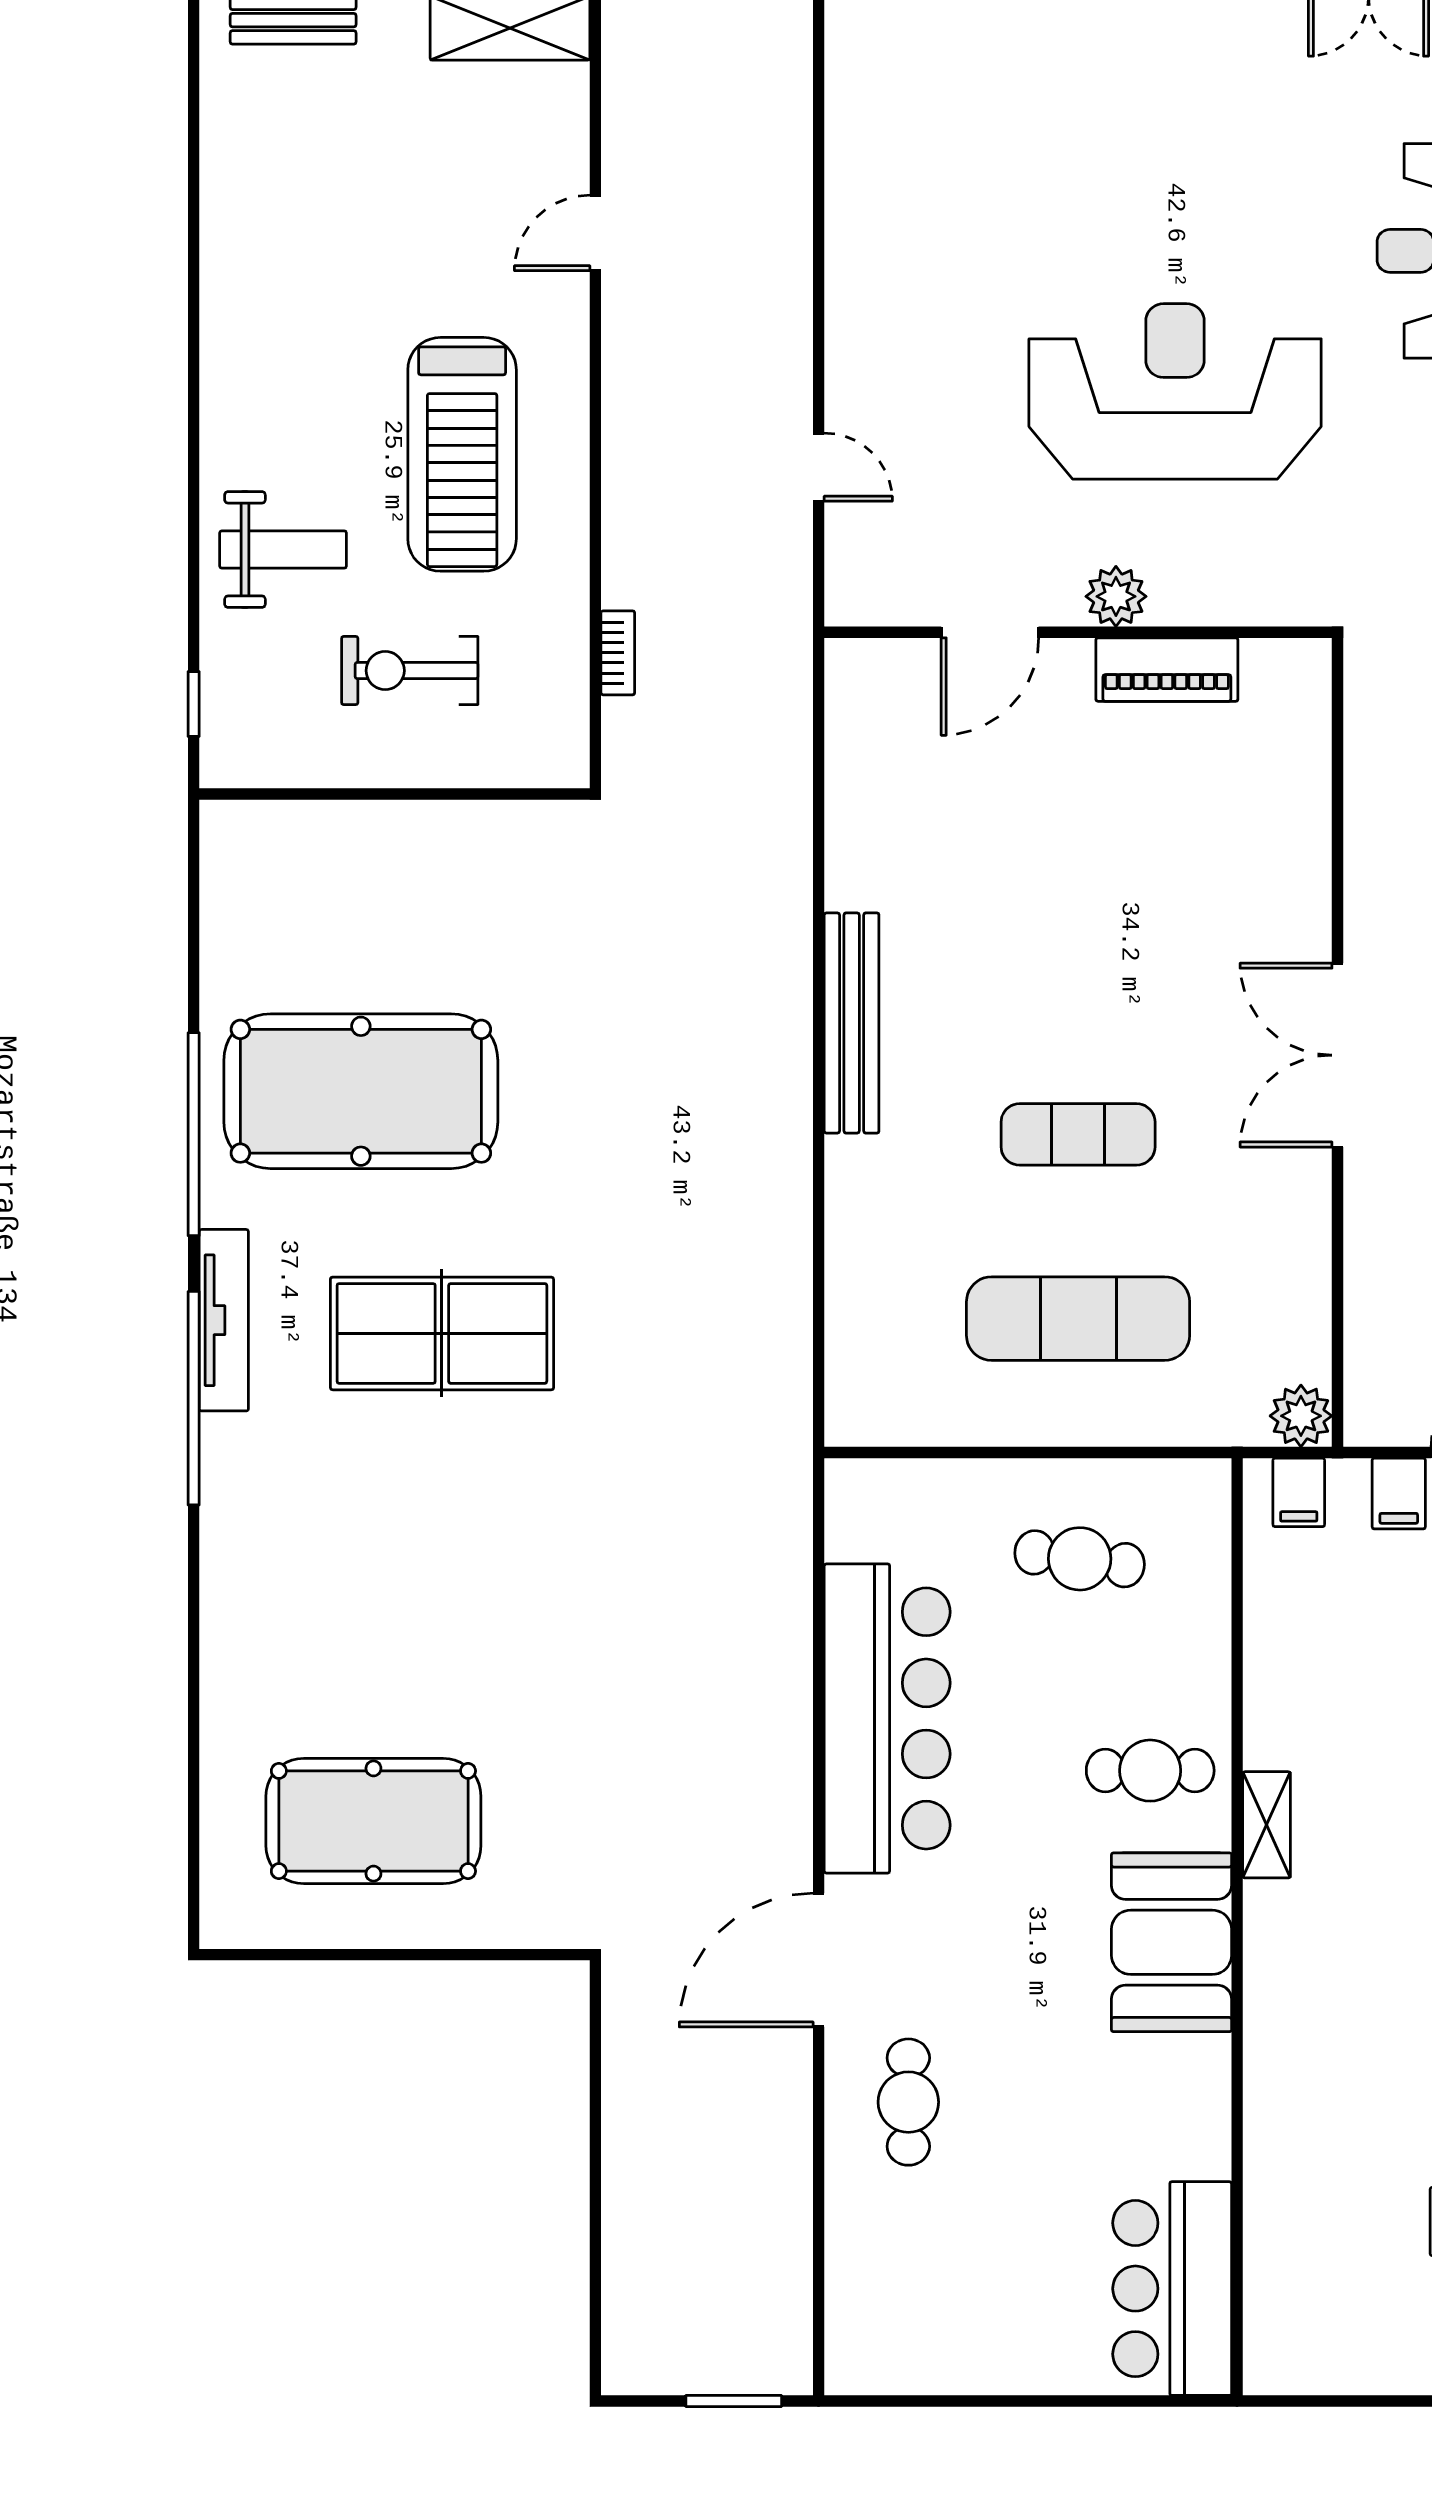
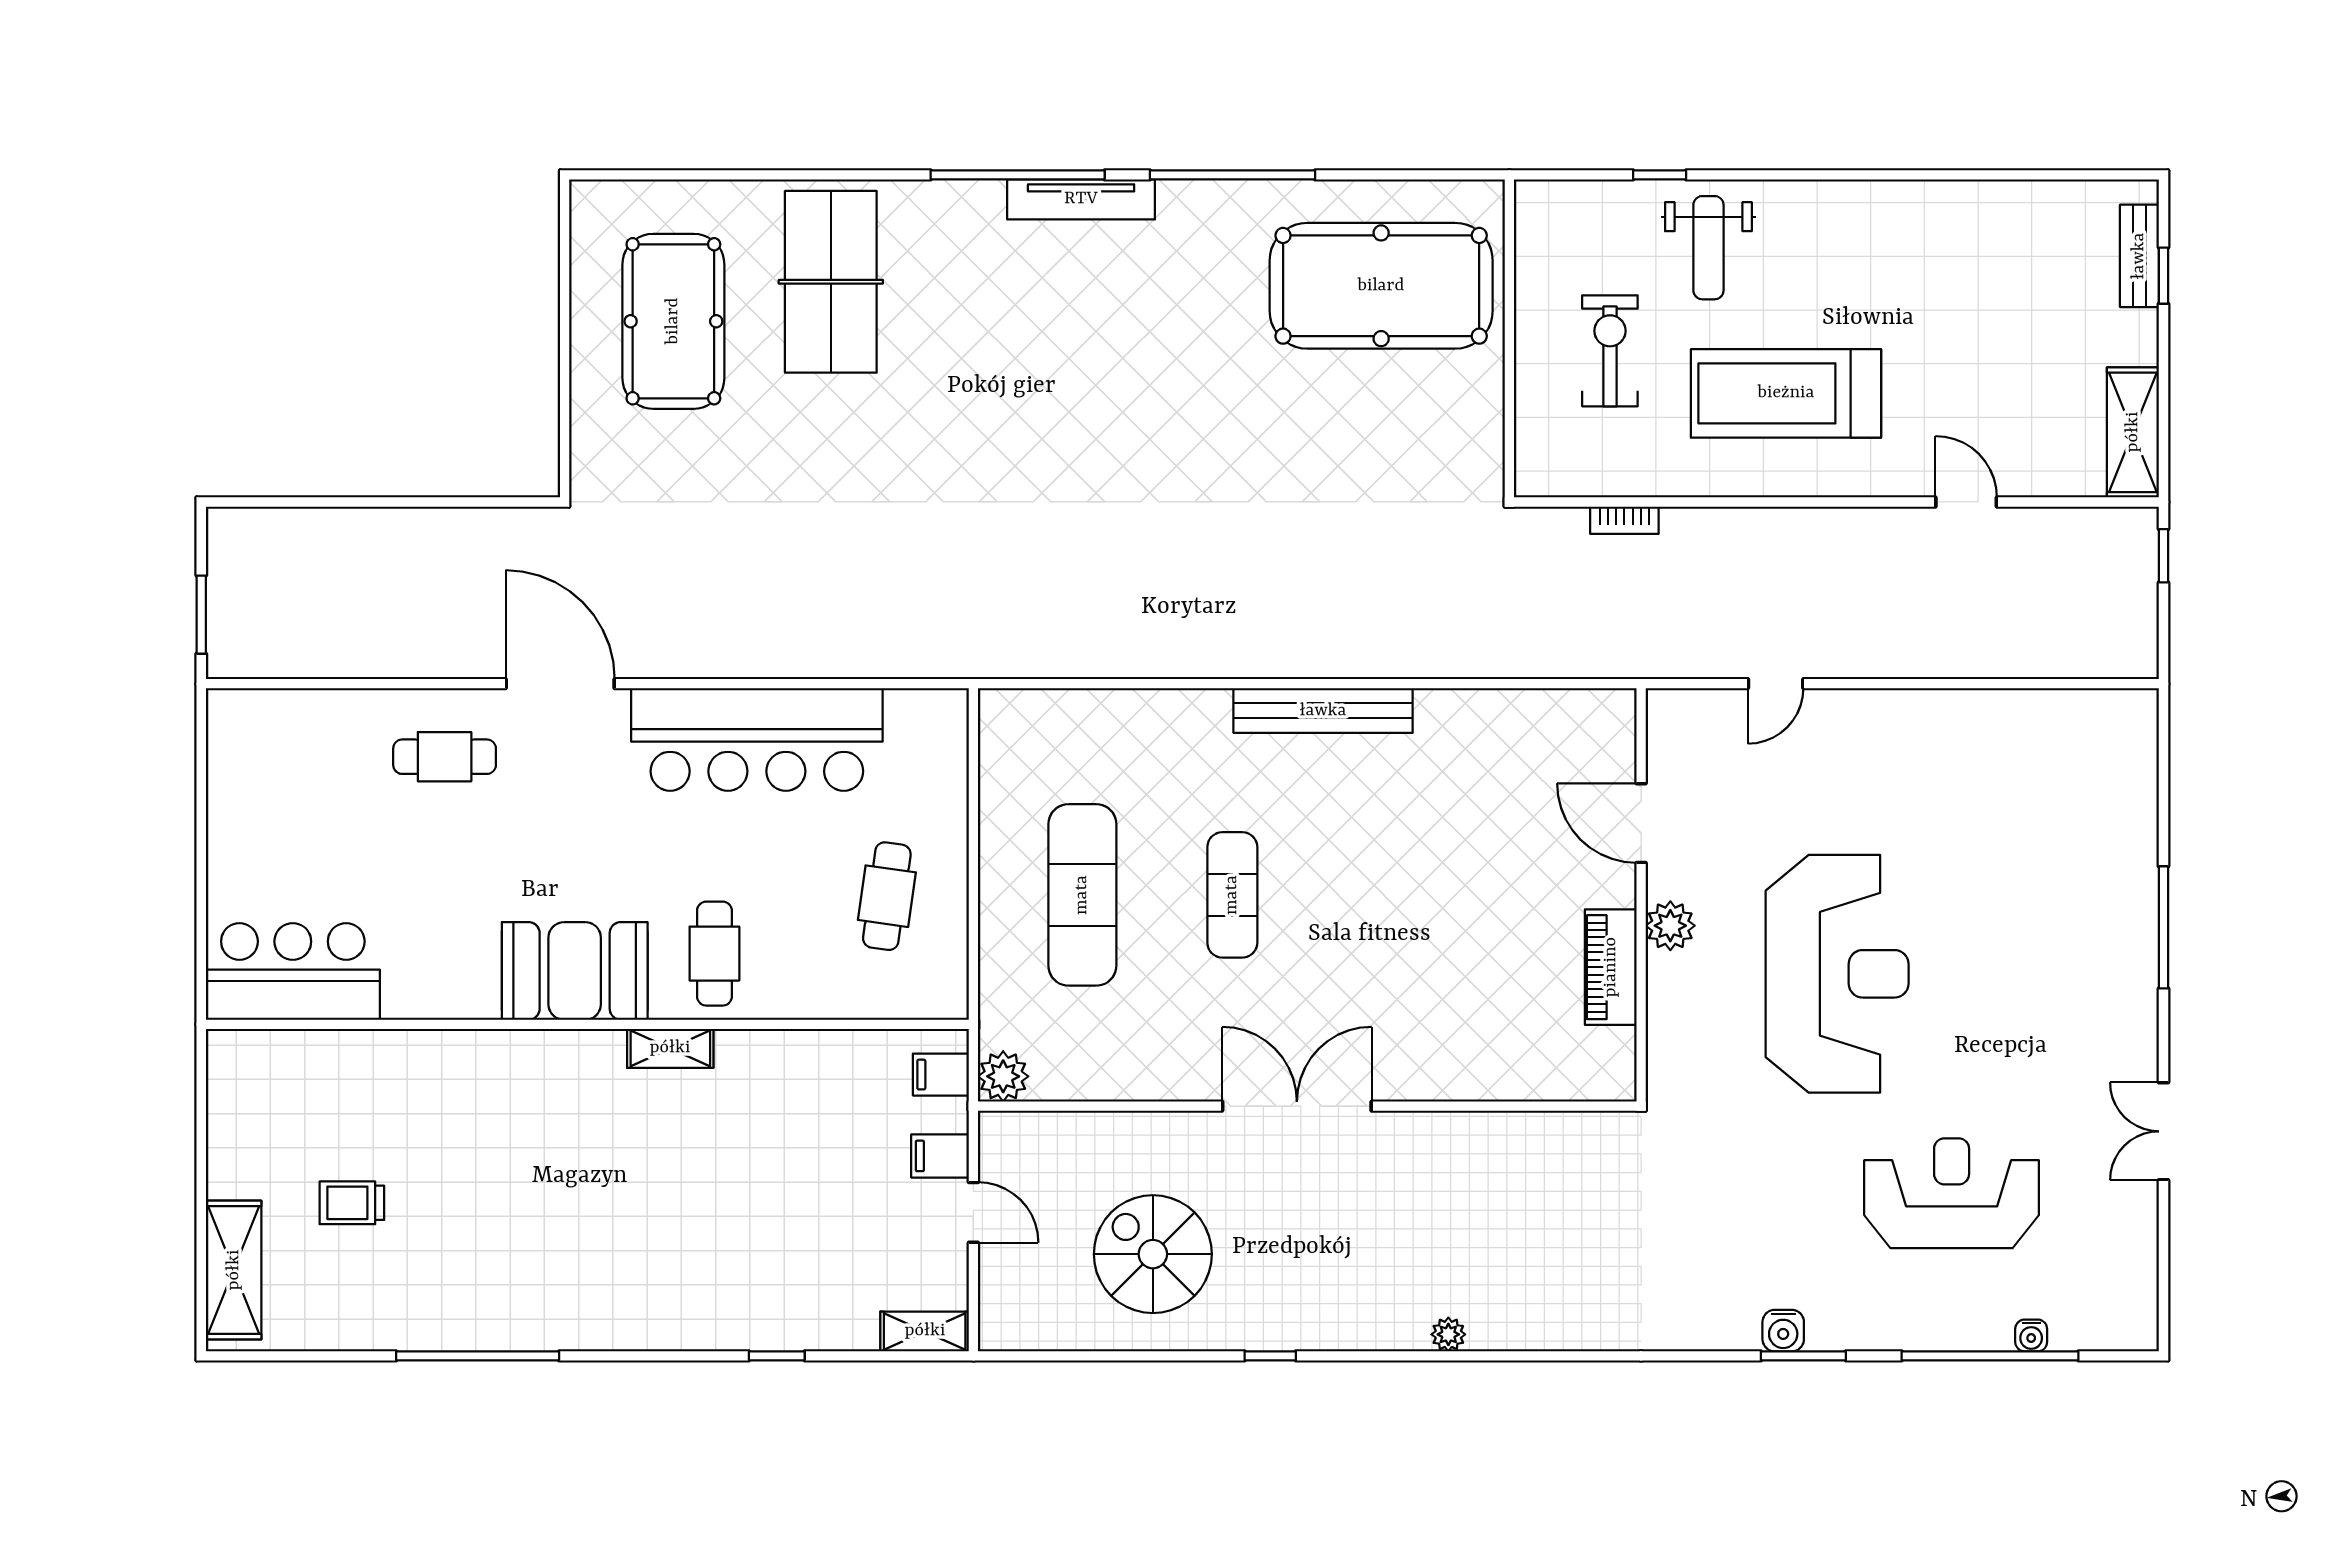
window: (194, 704) -> (1660, 175), moved
pool table: (361, 1091) -> (1381, 286), moved, turned 90
table tennis table: (442, 1333) -> (831, 282), moved

